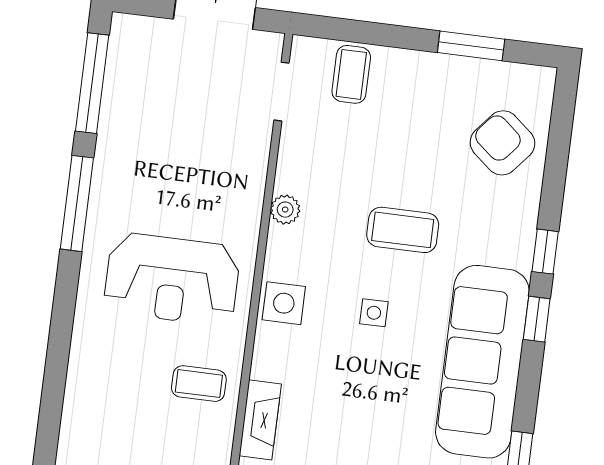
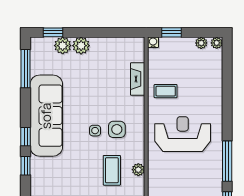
coffee table: (403, 230) -> (112, 170), moved, turned 90
side table: (284, 303) -> (117, 129), moved

